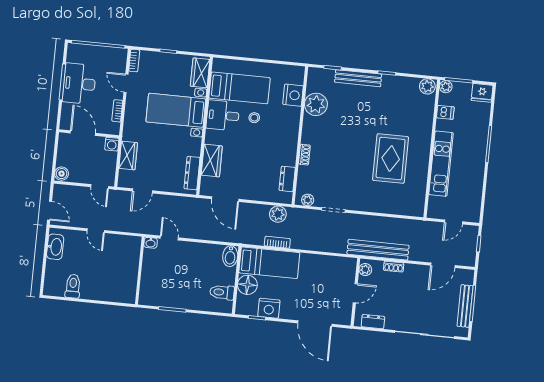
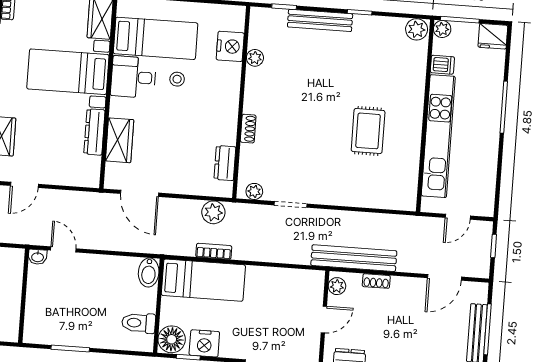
plant: (316, 104) -> (255, 58), width x0.53, depth x0.53
rug: (391, 159) -> (368, 131), width x0.73, depth x0.70
kitchen unit: (441, 164) -> (438, 136), width x1.36
dresser: (192, 173) -> (94, 132), moved
floor lamp: (247, 285) -> (172, 339), moved

